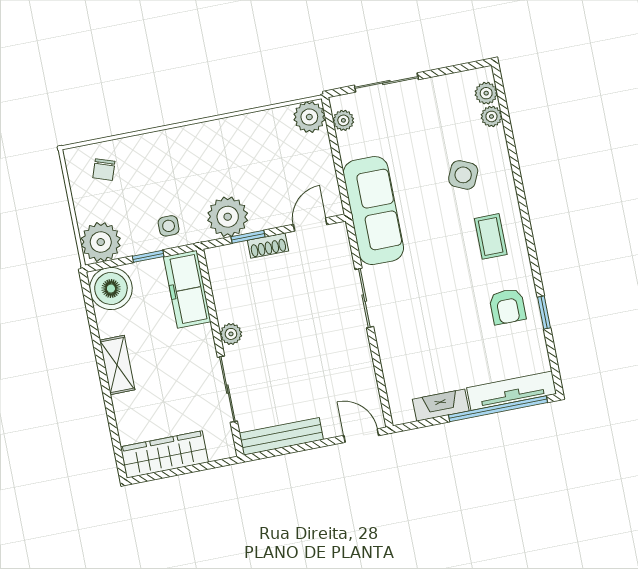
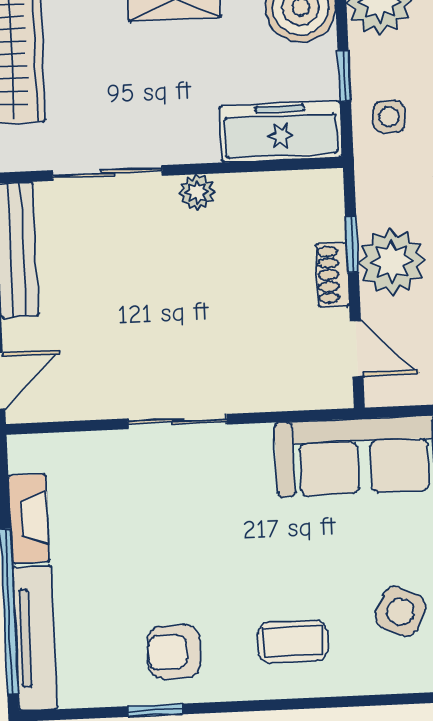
plant: (228, 217) -> (392, 262), moved
sliding door: (364, 298) -> (177, 422), moved

